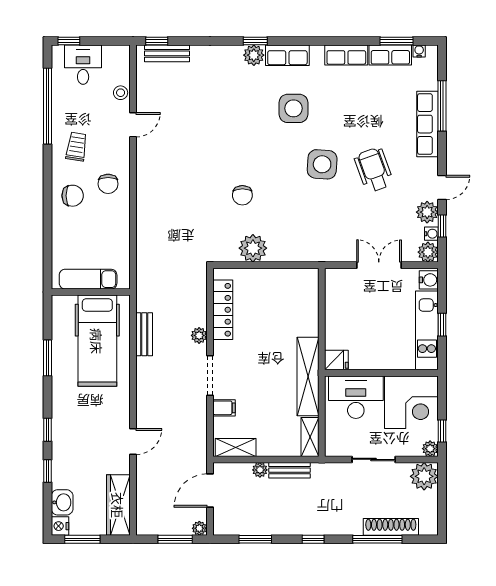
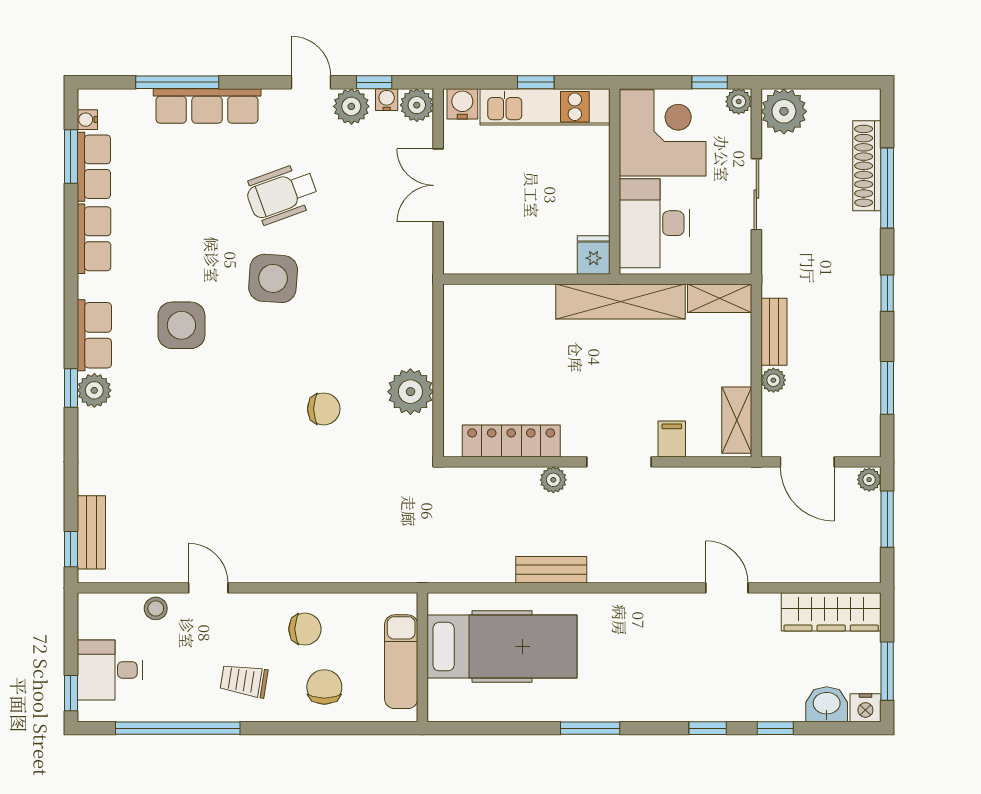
exam couch: (88, 279) -> (401, 662), moved
wall: (91, 292) -> (422, 657), moved
hospital bed: (97, 341) -> (502, 647), moved

